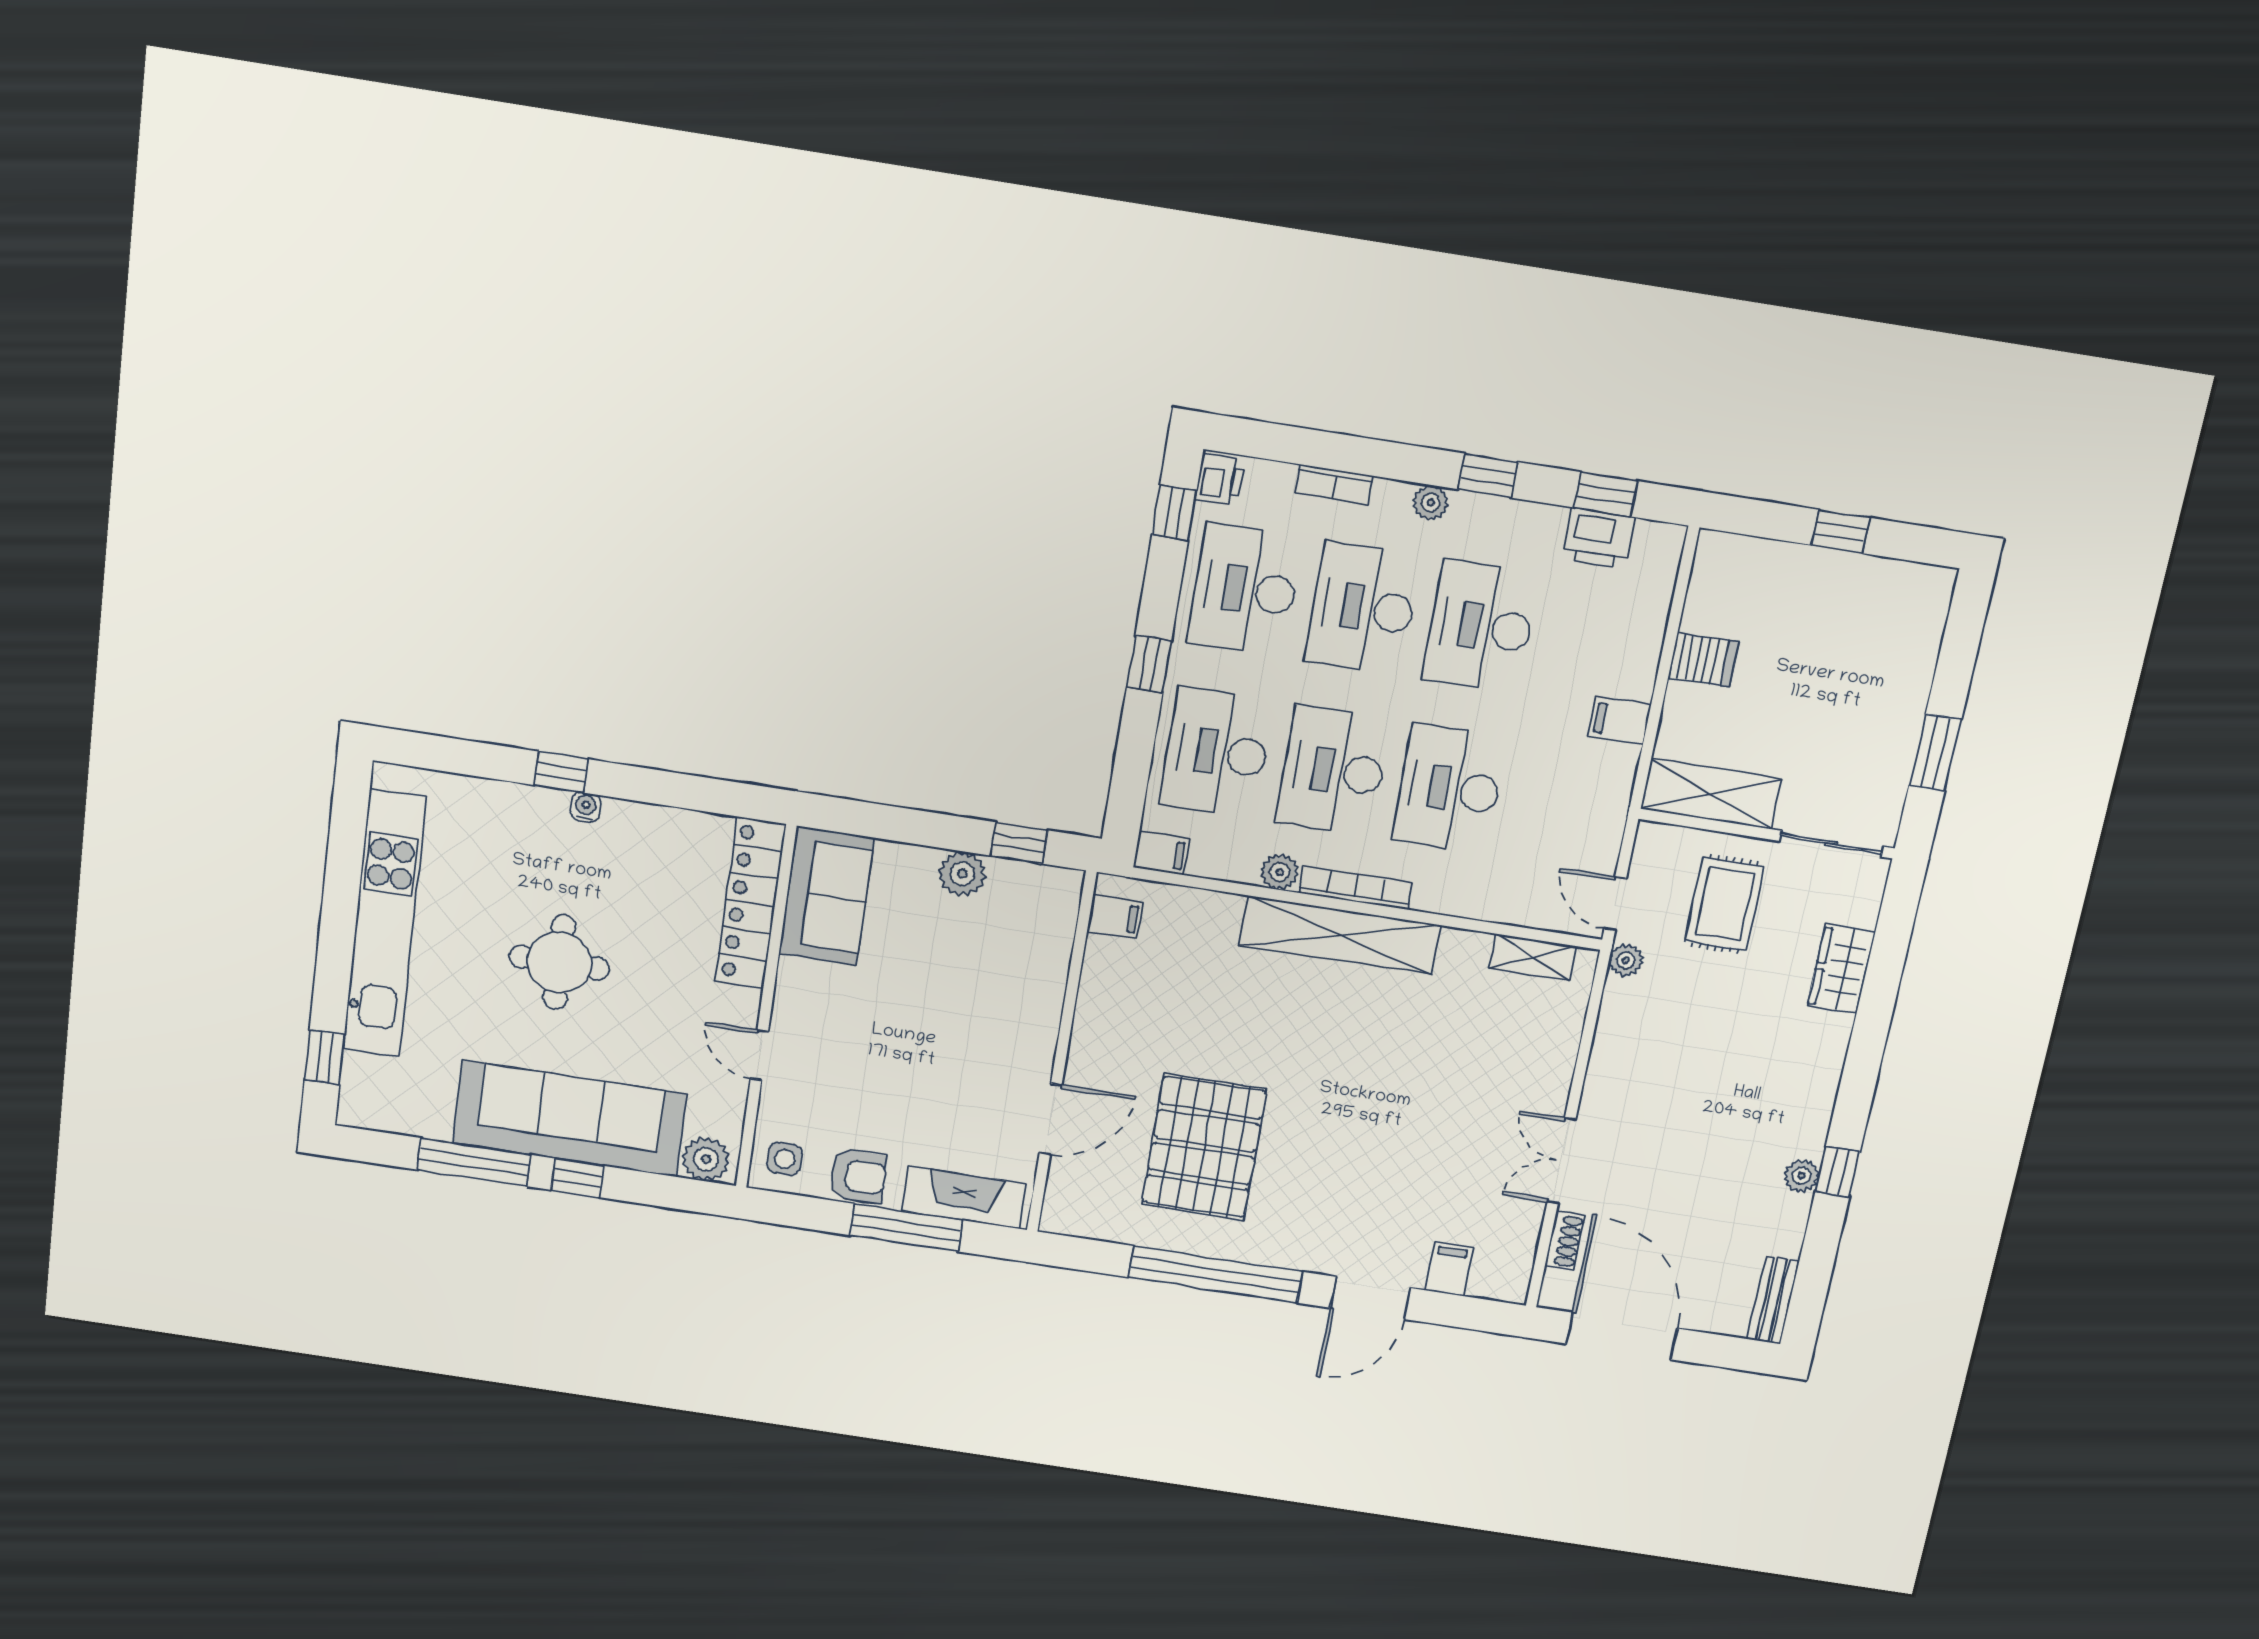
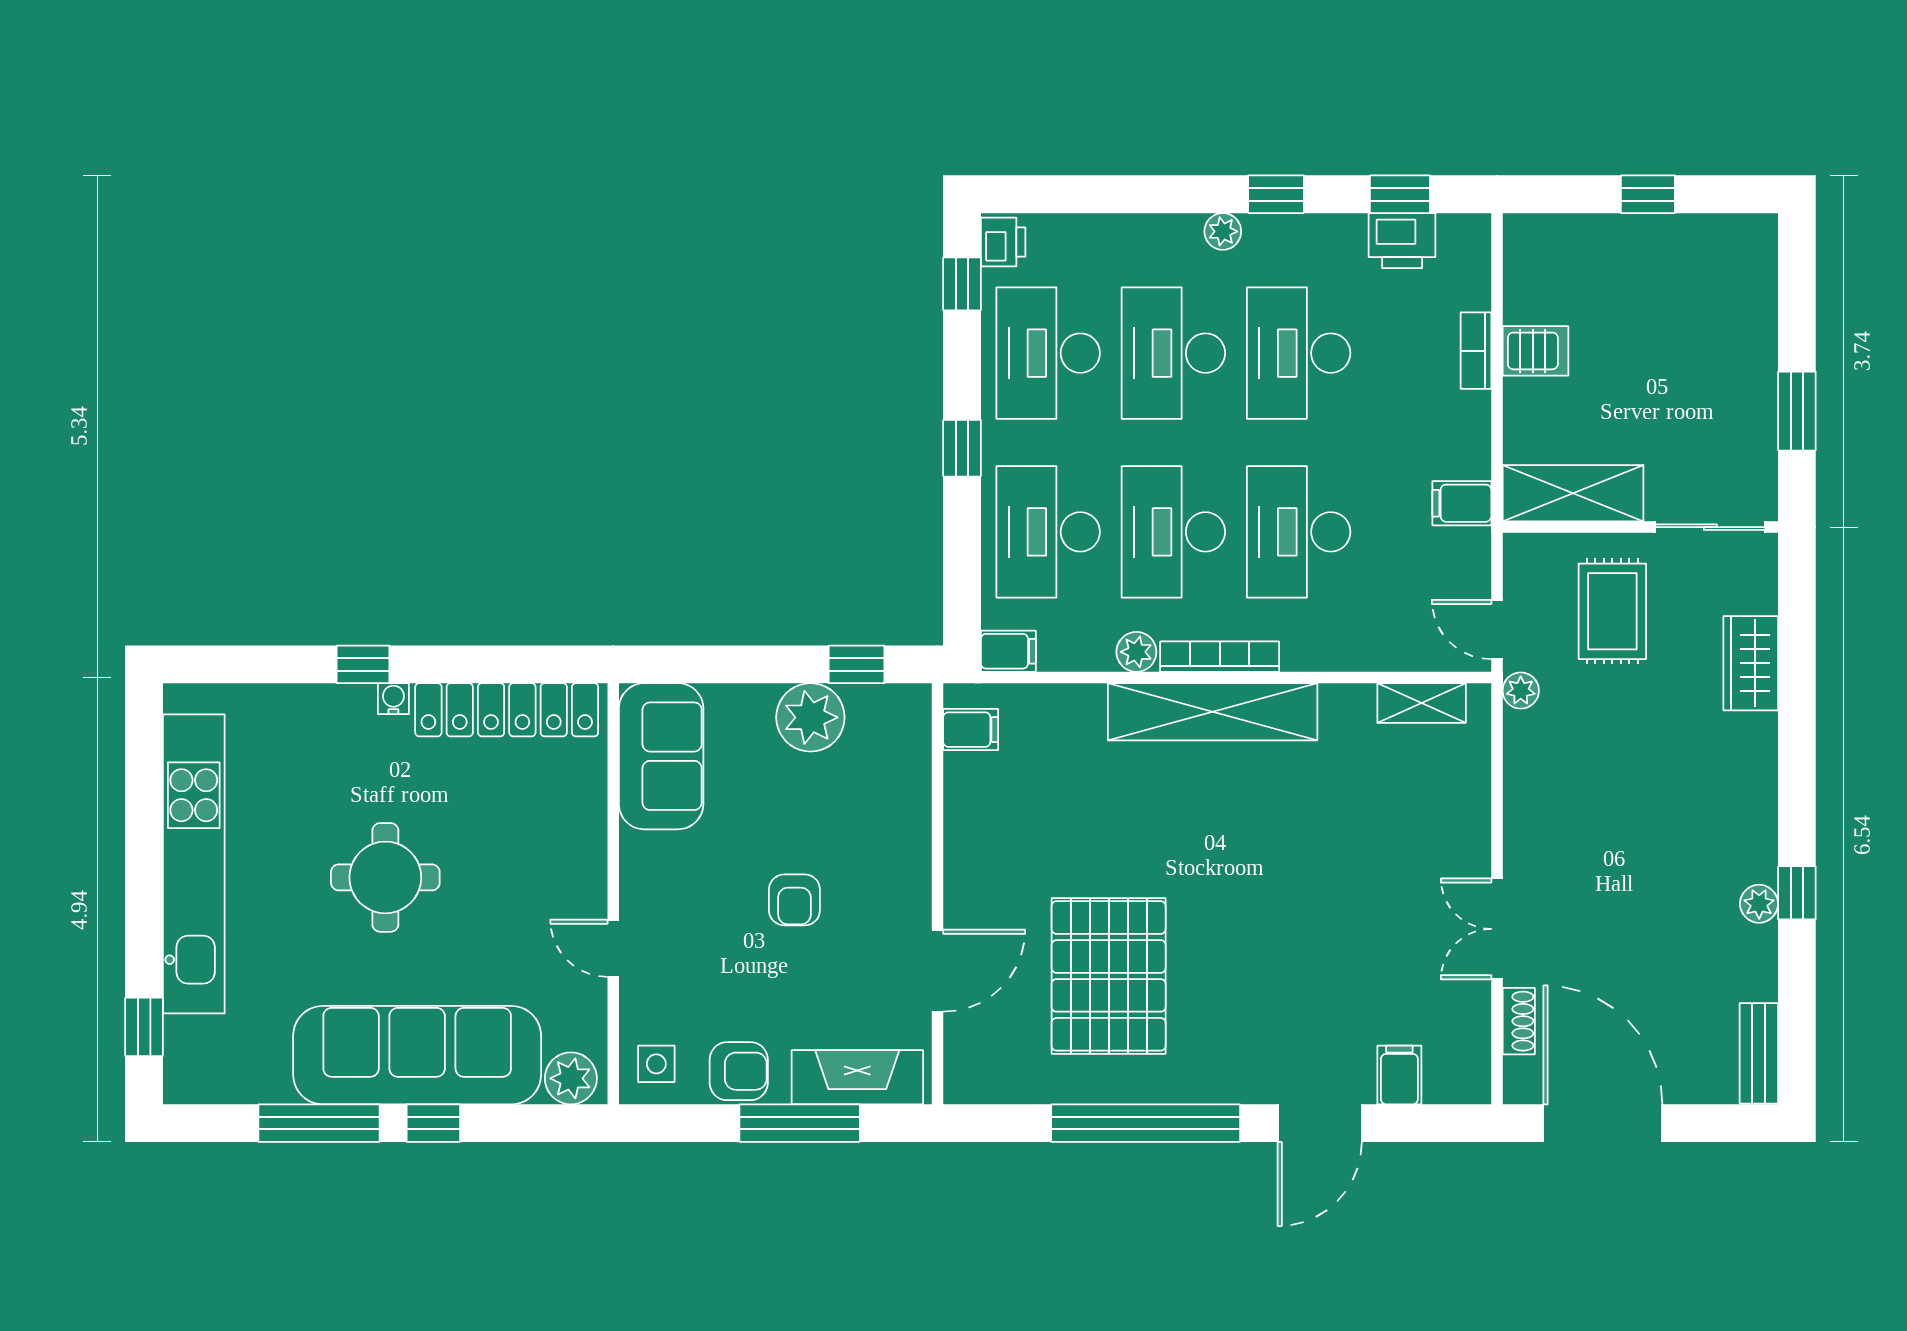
bookcase: (1334, 484) -> (1476, 351), moved, turned 90
filing cabinet: (1620, 721) -> (1462, 503), moved
plant: (962, 874) -> (810, 717), width x1.36, depth x1.36
locker: (750, 903) -> (507, 710), moved, turned -90
armchair: (930, 1039) -> (794, 900), added

